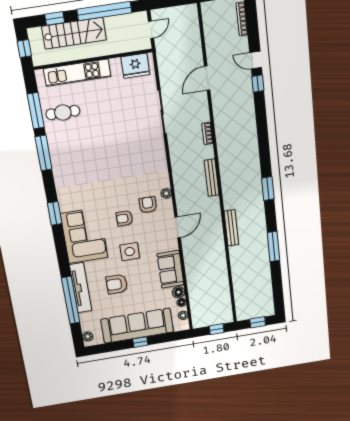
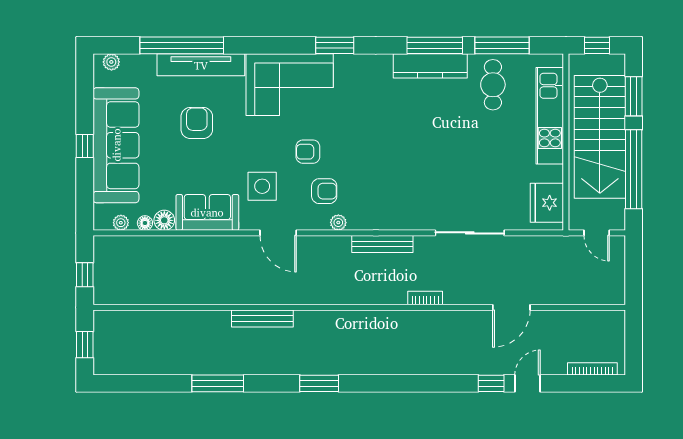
window: (55, 18) -> (634, 96), width x1.50
stairs: (74, 33) -> (600, 137), width x1.36, depth x1.51
door: (207, 78) -> (511, 307), swing flipped
kitchen counter: (57, 154) -> (430, 66), added
bench: (212, 178) -> (382, 244), moved
armchair: (124, 218) -> (308, 152), turned -90
side table: (130, 252) -> (262, 186), moved

